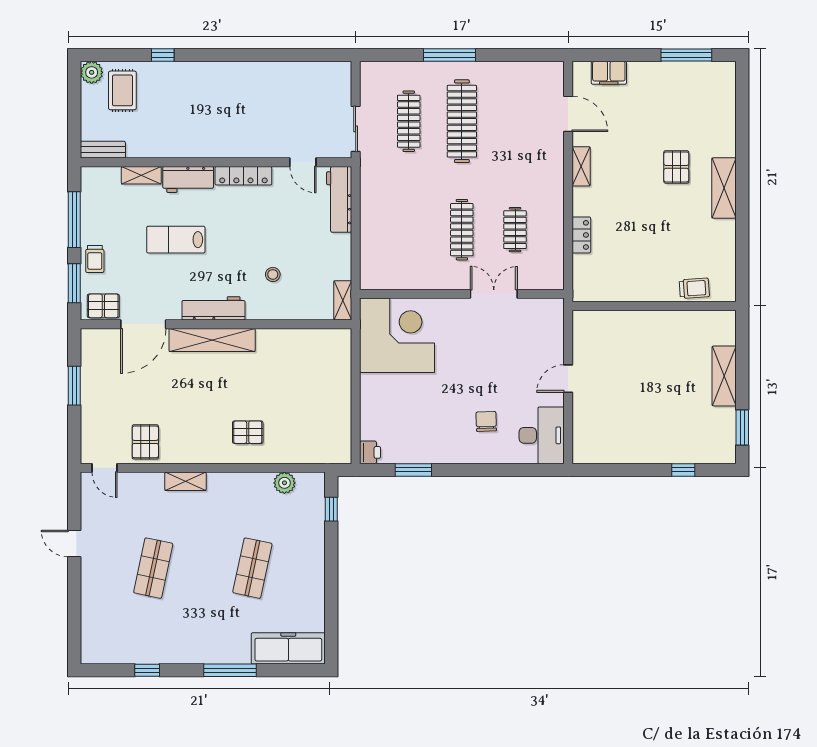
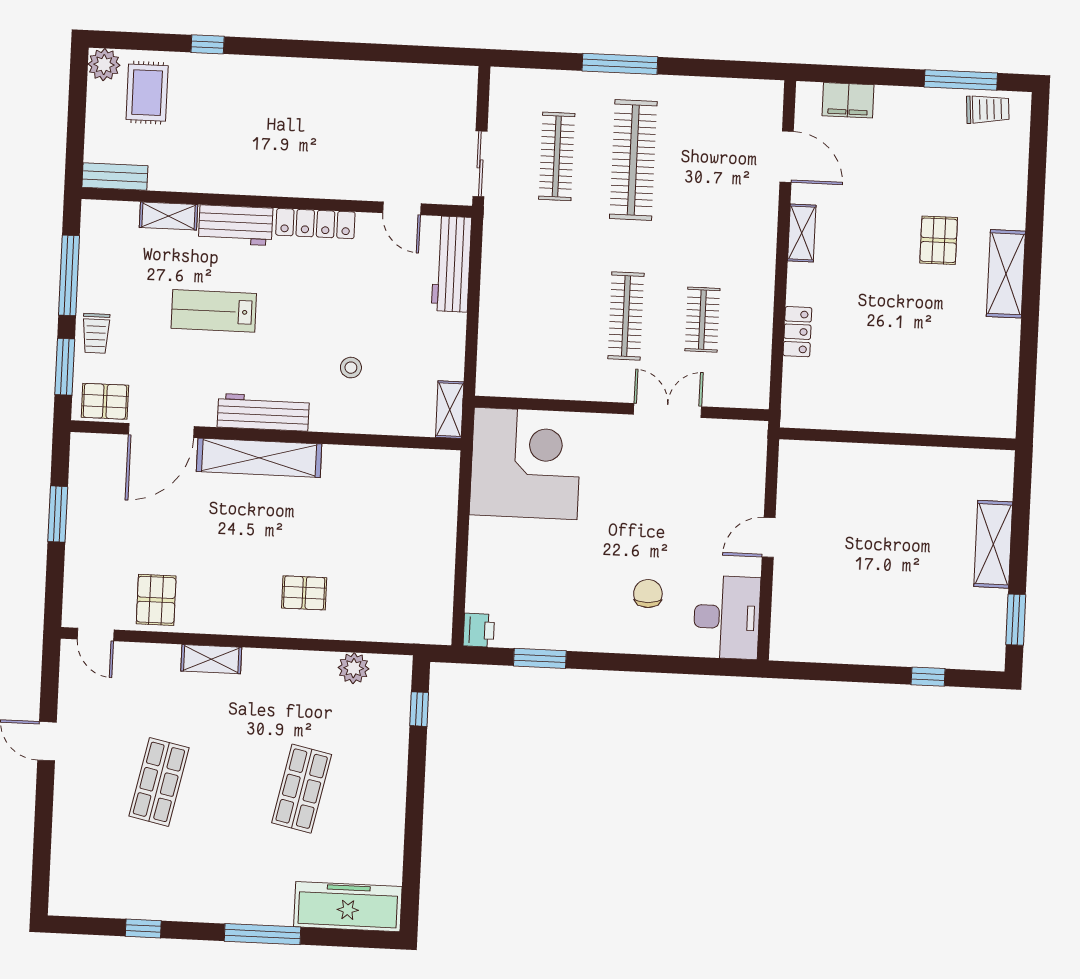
trolley: (694, 288) -> (988, 109), moved

